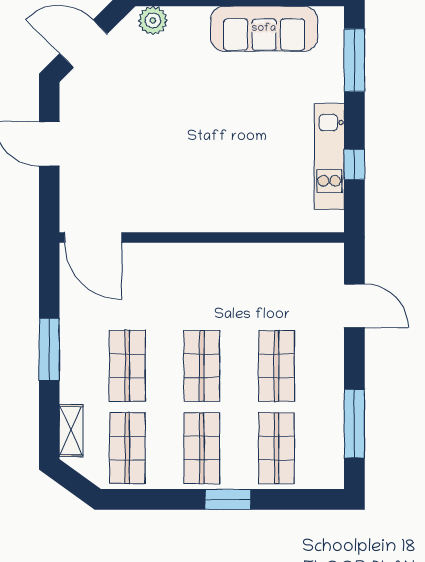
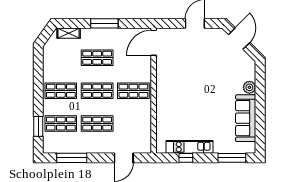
plant: (153, 20) -> (249, 87), moved
shop shelf: (127, 448) -> (133, 91), moved
window: (228, 499) -> (38, 126), moved

